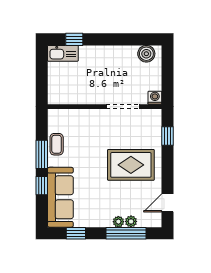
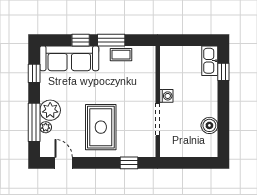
boiler: (146, 54) -> (209, 125), moved
washing machine: (155, 98) -> (166, 96), moved
plant: (118, 222) -> (50, 110), width x1.88, depth x1.88

